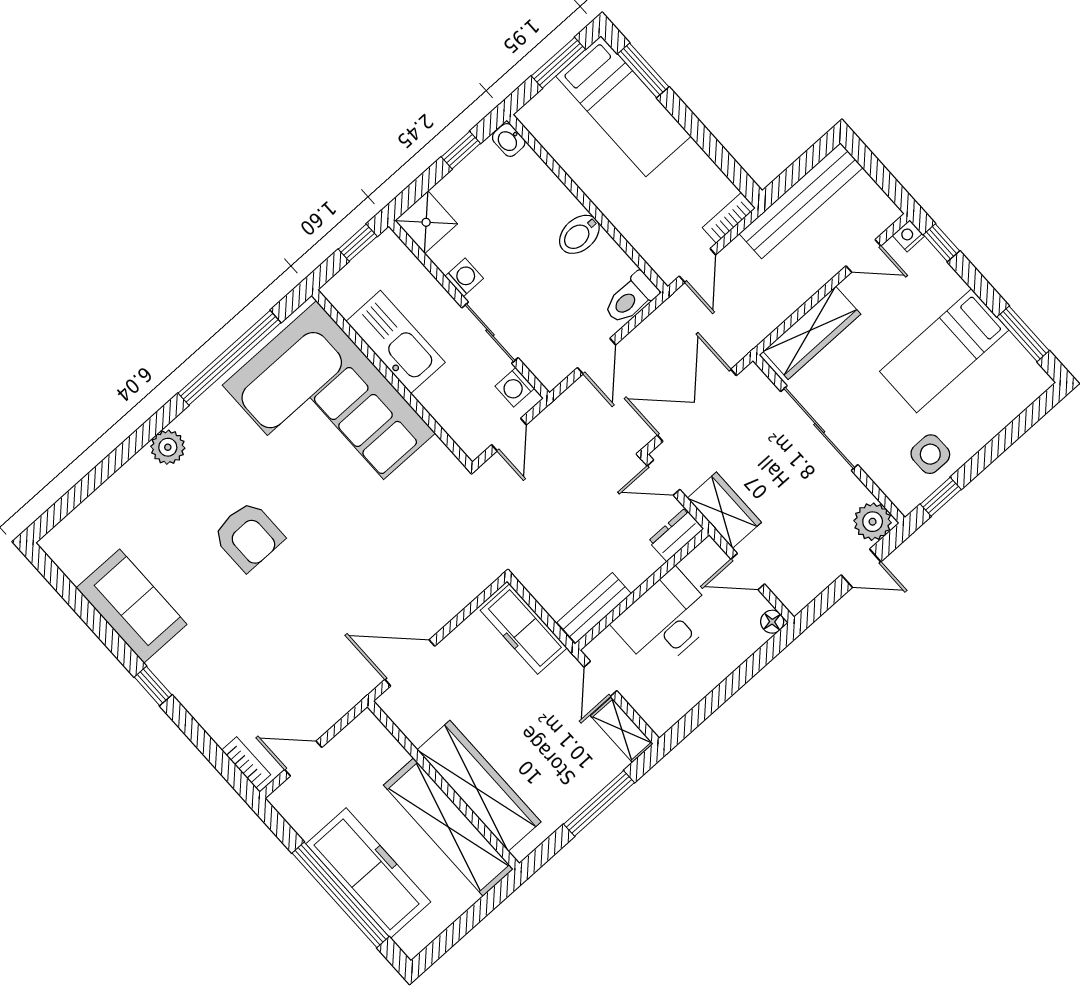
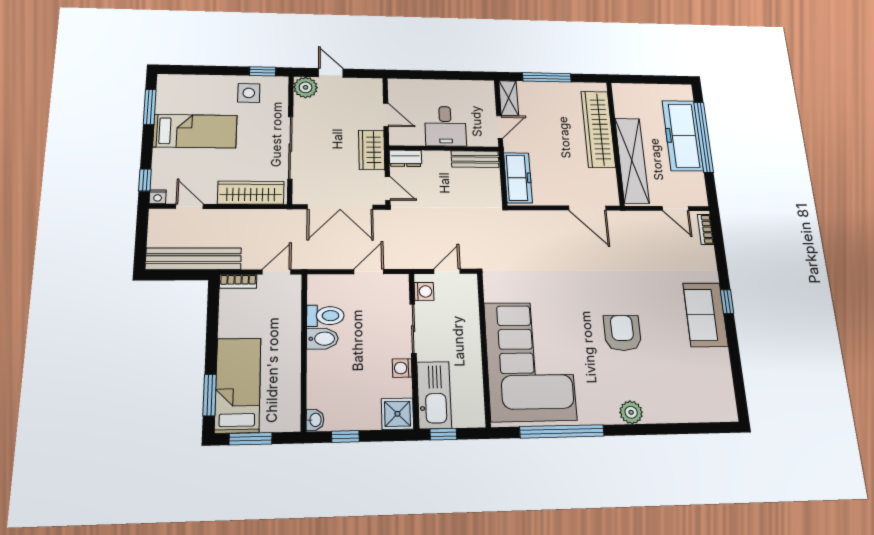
toilet: (631, 298) -> (325, 316), moved
kitchen sink: (396, 342) -> (434, 395), moved, turned 180
sofa: (132, 606) -> (705, 315), moved
desk: (665, 621) -> (445, 126), width x0.73
floor lamp: (772, 622) -> (395, 85), removed
shelving: (448, 827) -> (632, 160), moved

